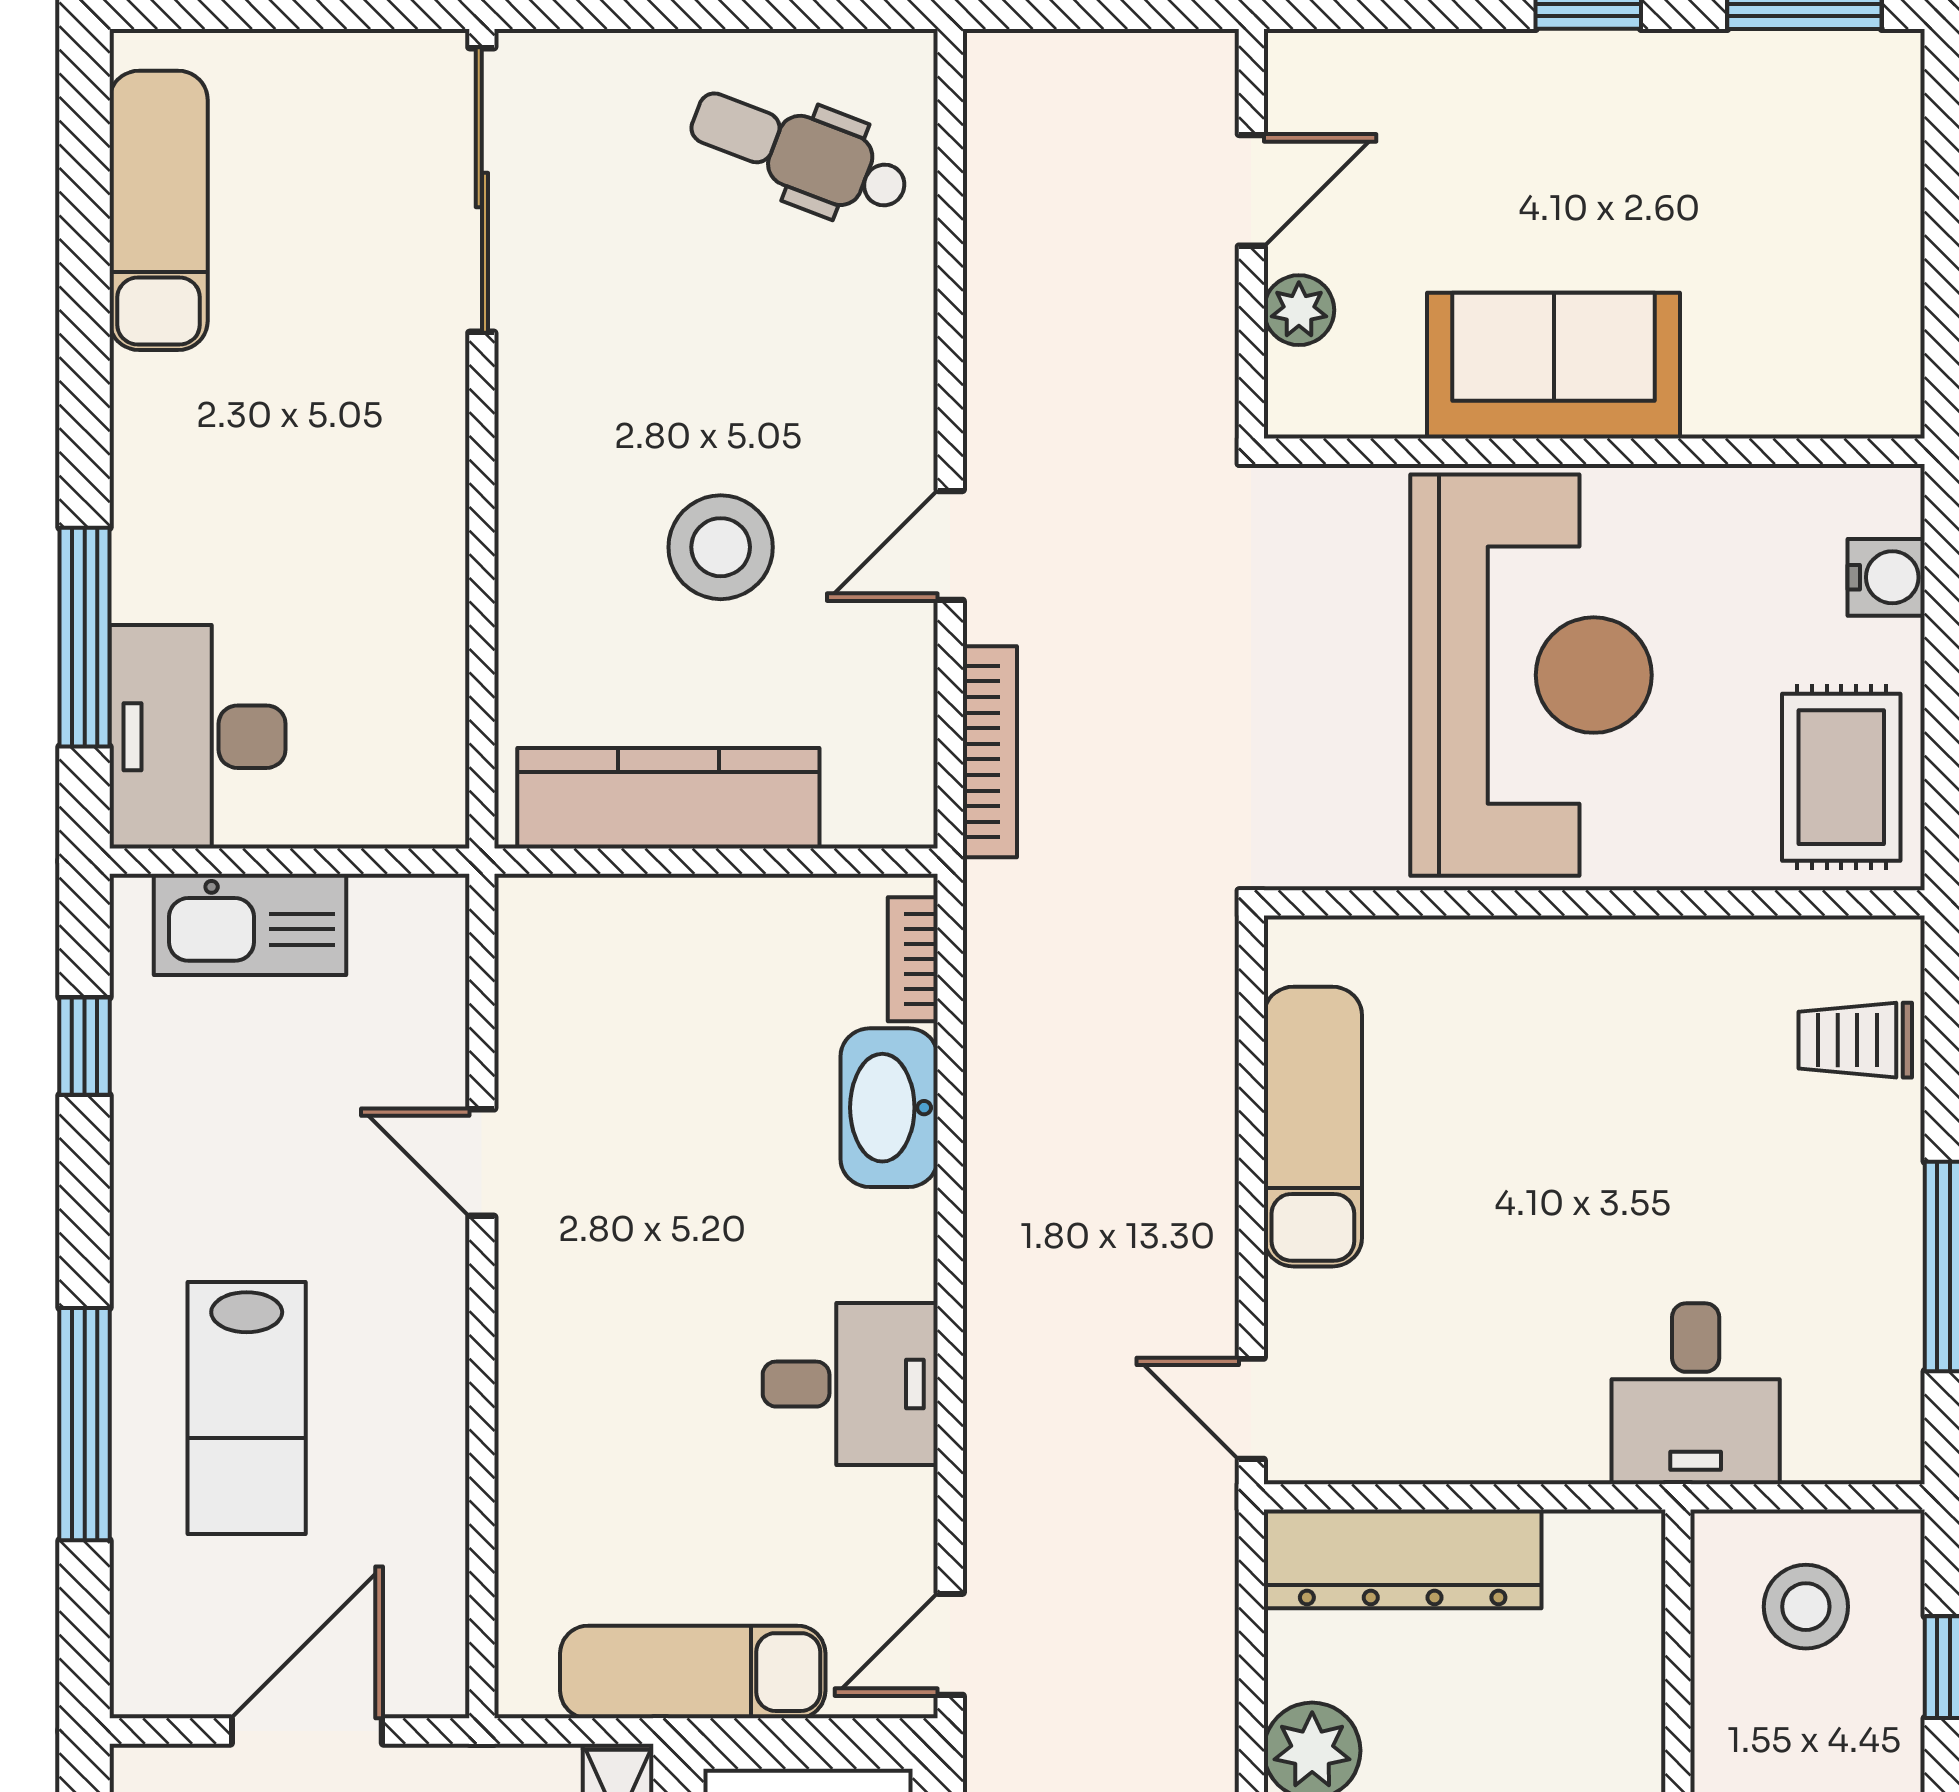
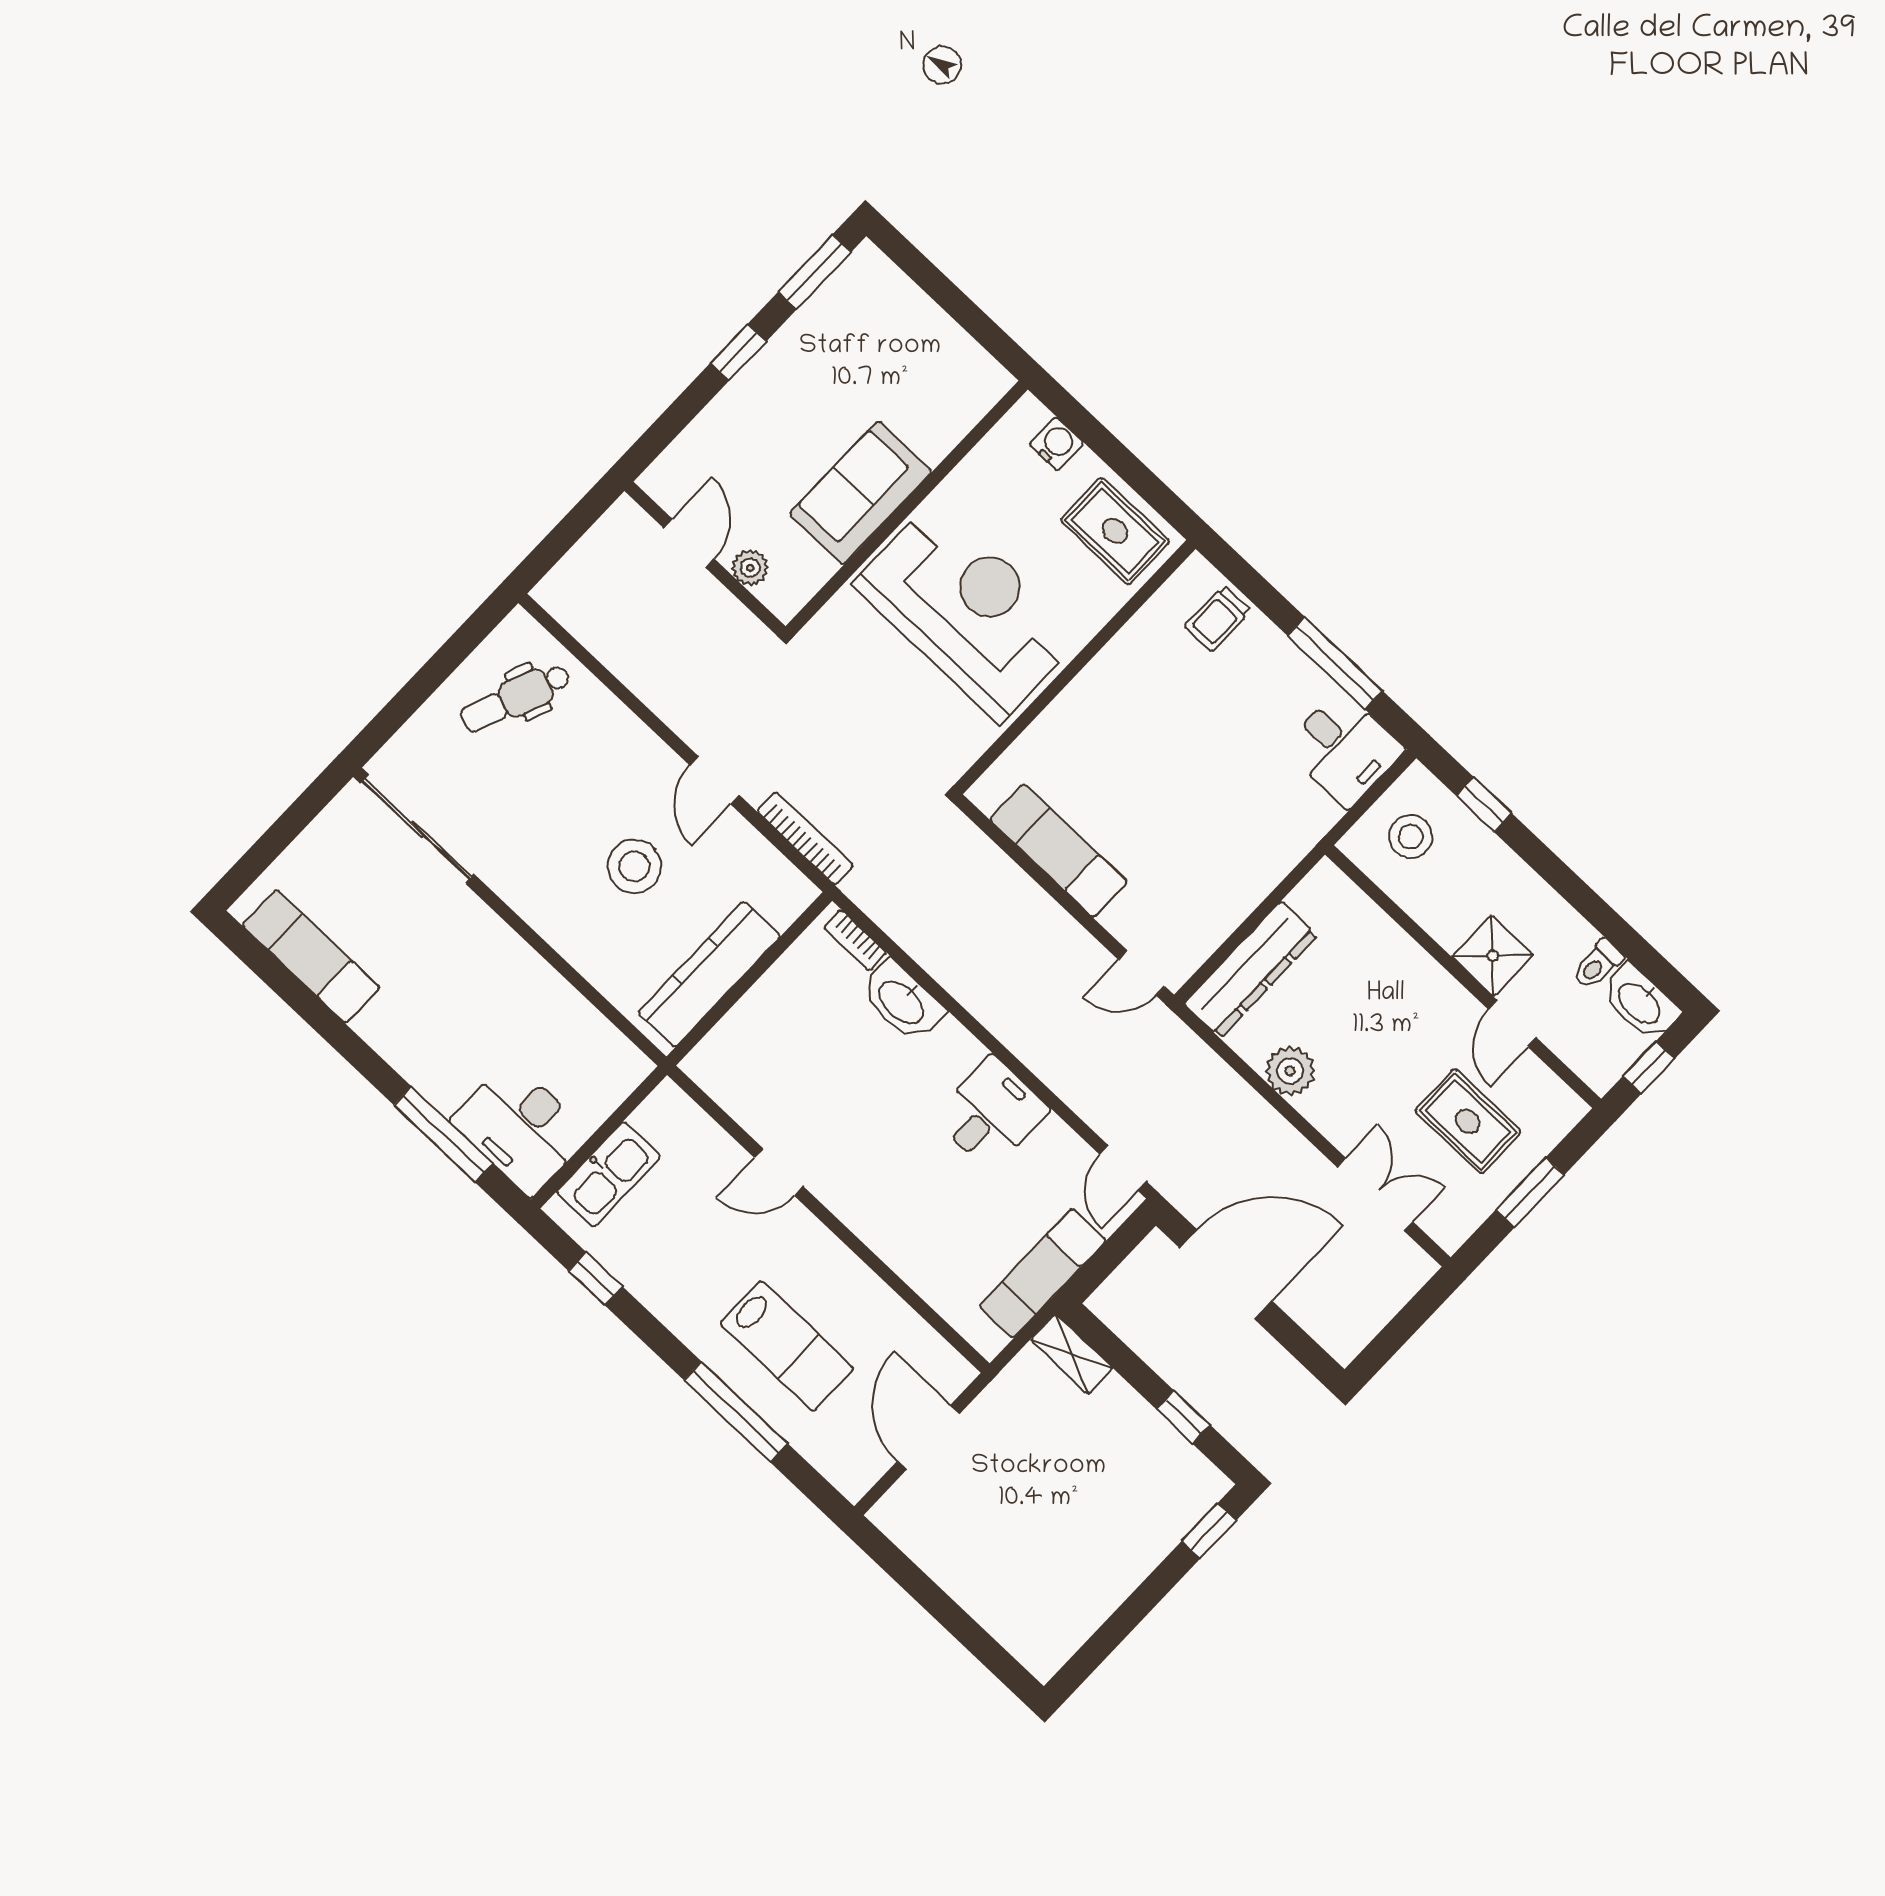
desk: (1696, 1394) -> (1344, 749), moved

